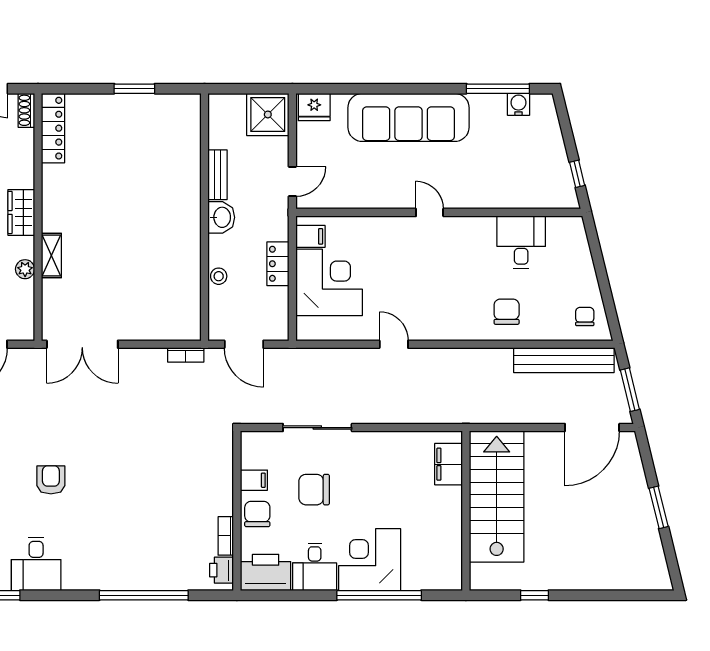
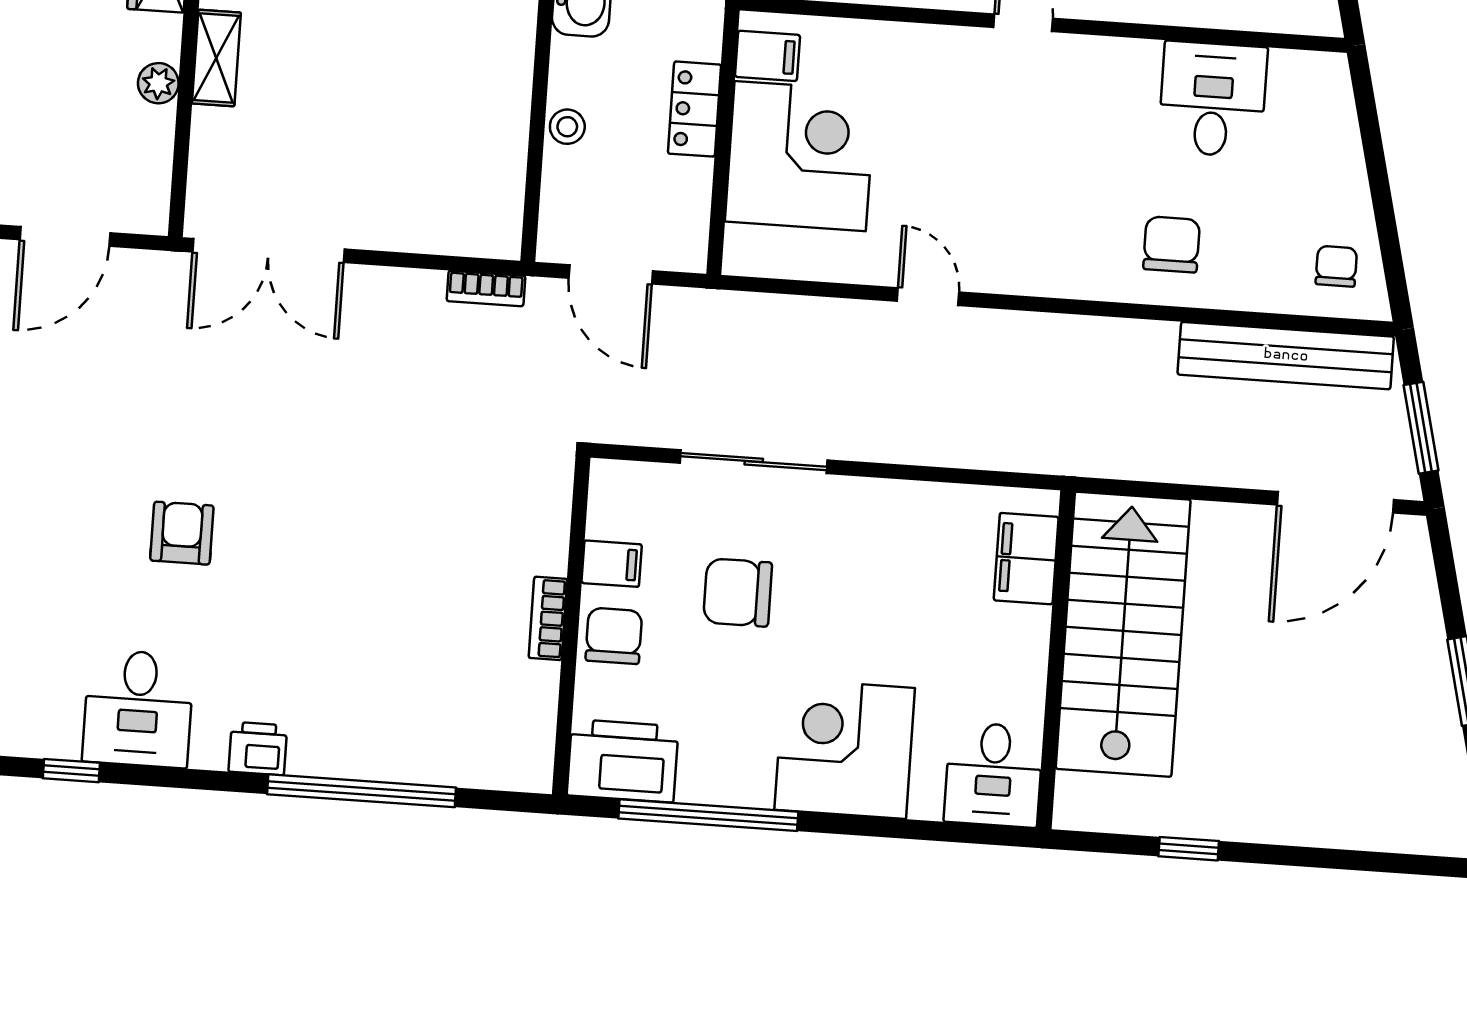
bookcase: (226, 536) -> (548, 618), moved
desk: (315, 567) -> (994, 775), moved
printer: (222, 570) -> (258, 749), moved, turned 90
window: (379, 595) -> (708, 815), moved

